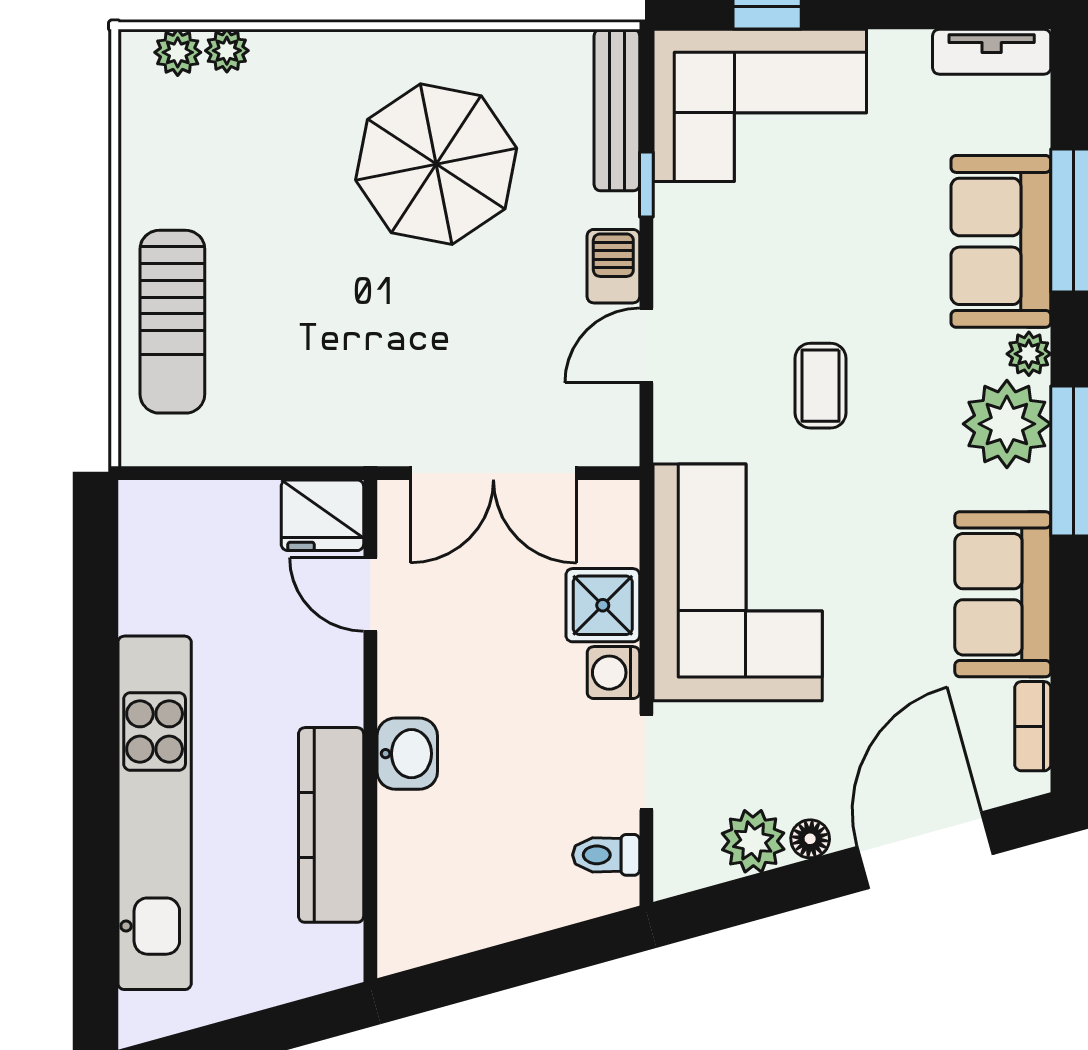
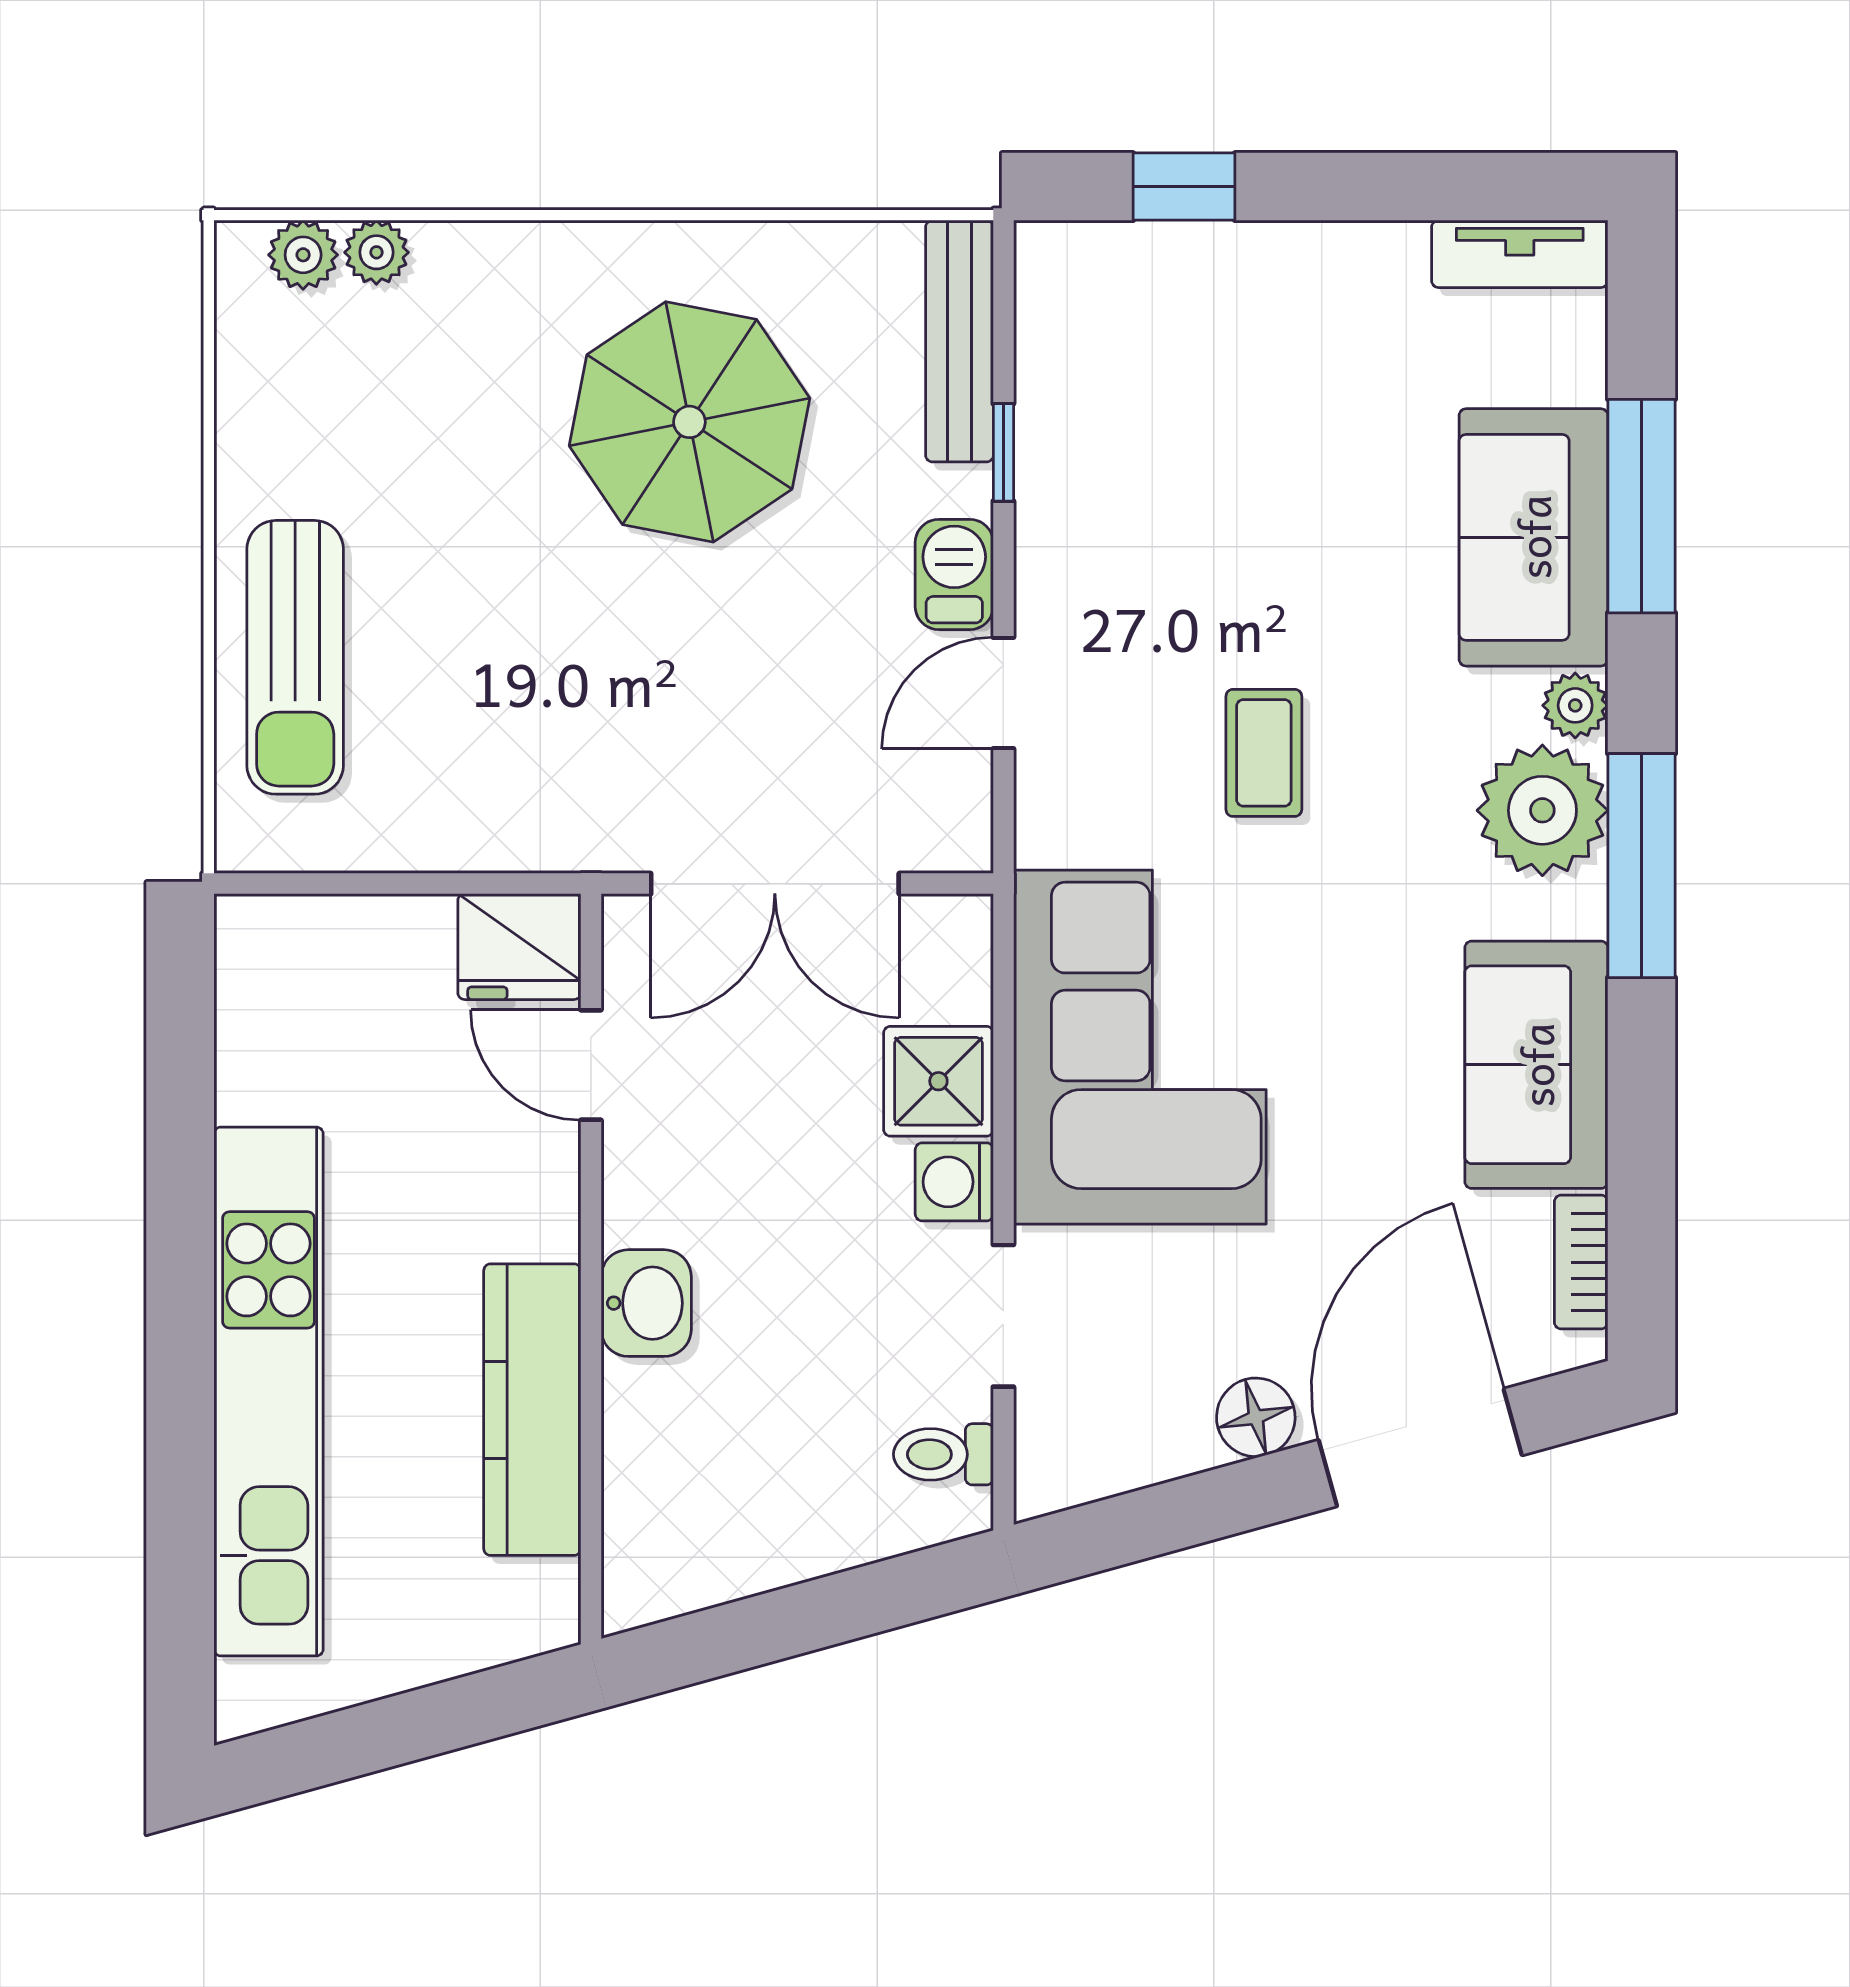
corner sofa: (760, 105) -> (1173, 334), removed
floor lamp: (810, 839) -> (1256, 1417), width x1.37, depth x1.37
plant: (753, 841) -> (1163, 1434), removed

